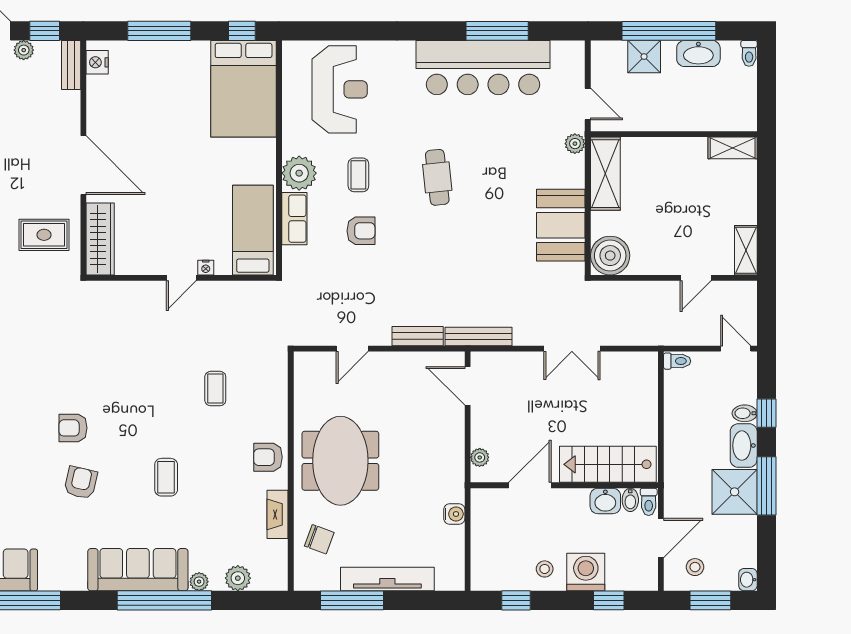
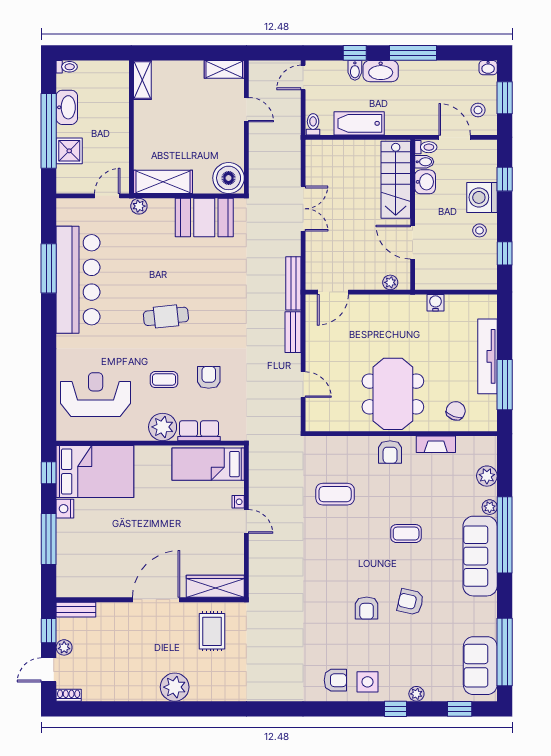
nightstand: (97, 62) -> (65, 509), moved, turned 90
coffee table: (215, 389) -> (335, 494), width x1.36, depth x1.30
bathtub: (678, 419) -> (359, 123), added
meeting table: (340, 461) -> (393, 394), turned 90
shower: (735, 492) -> (418, 78), removed

